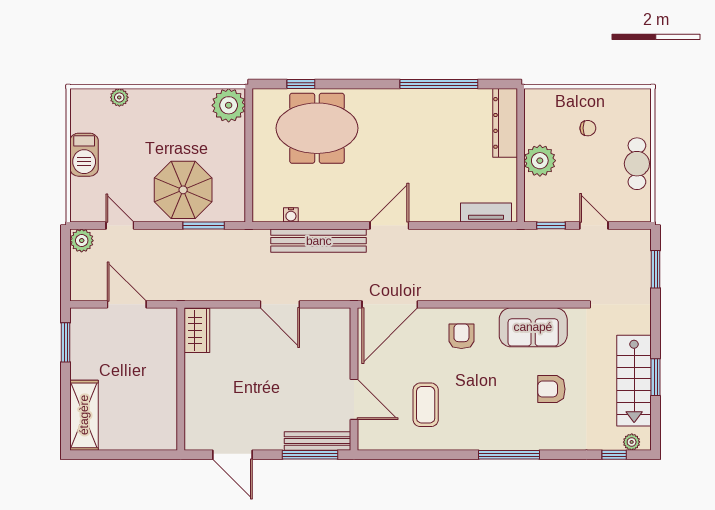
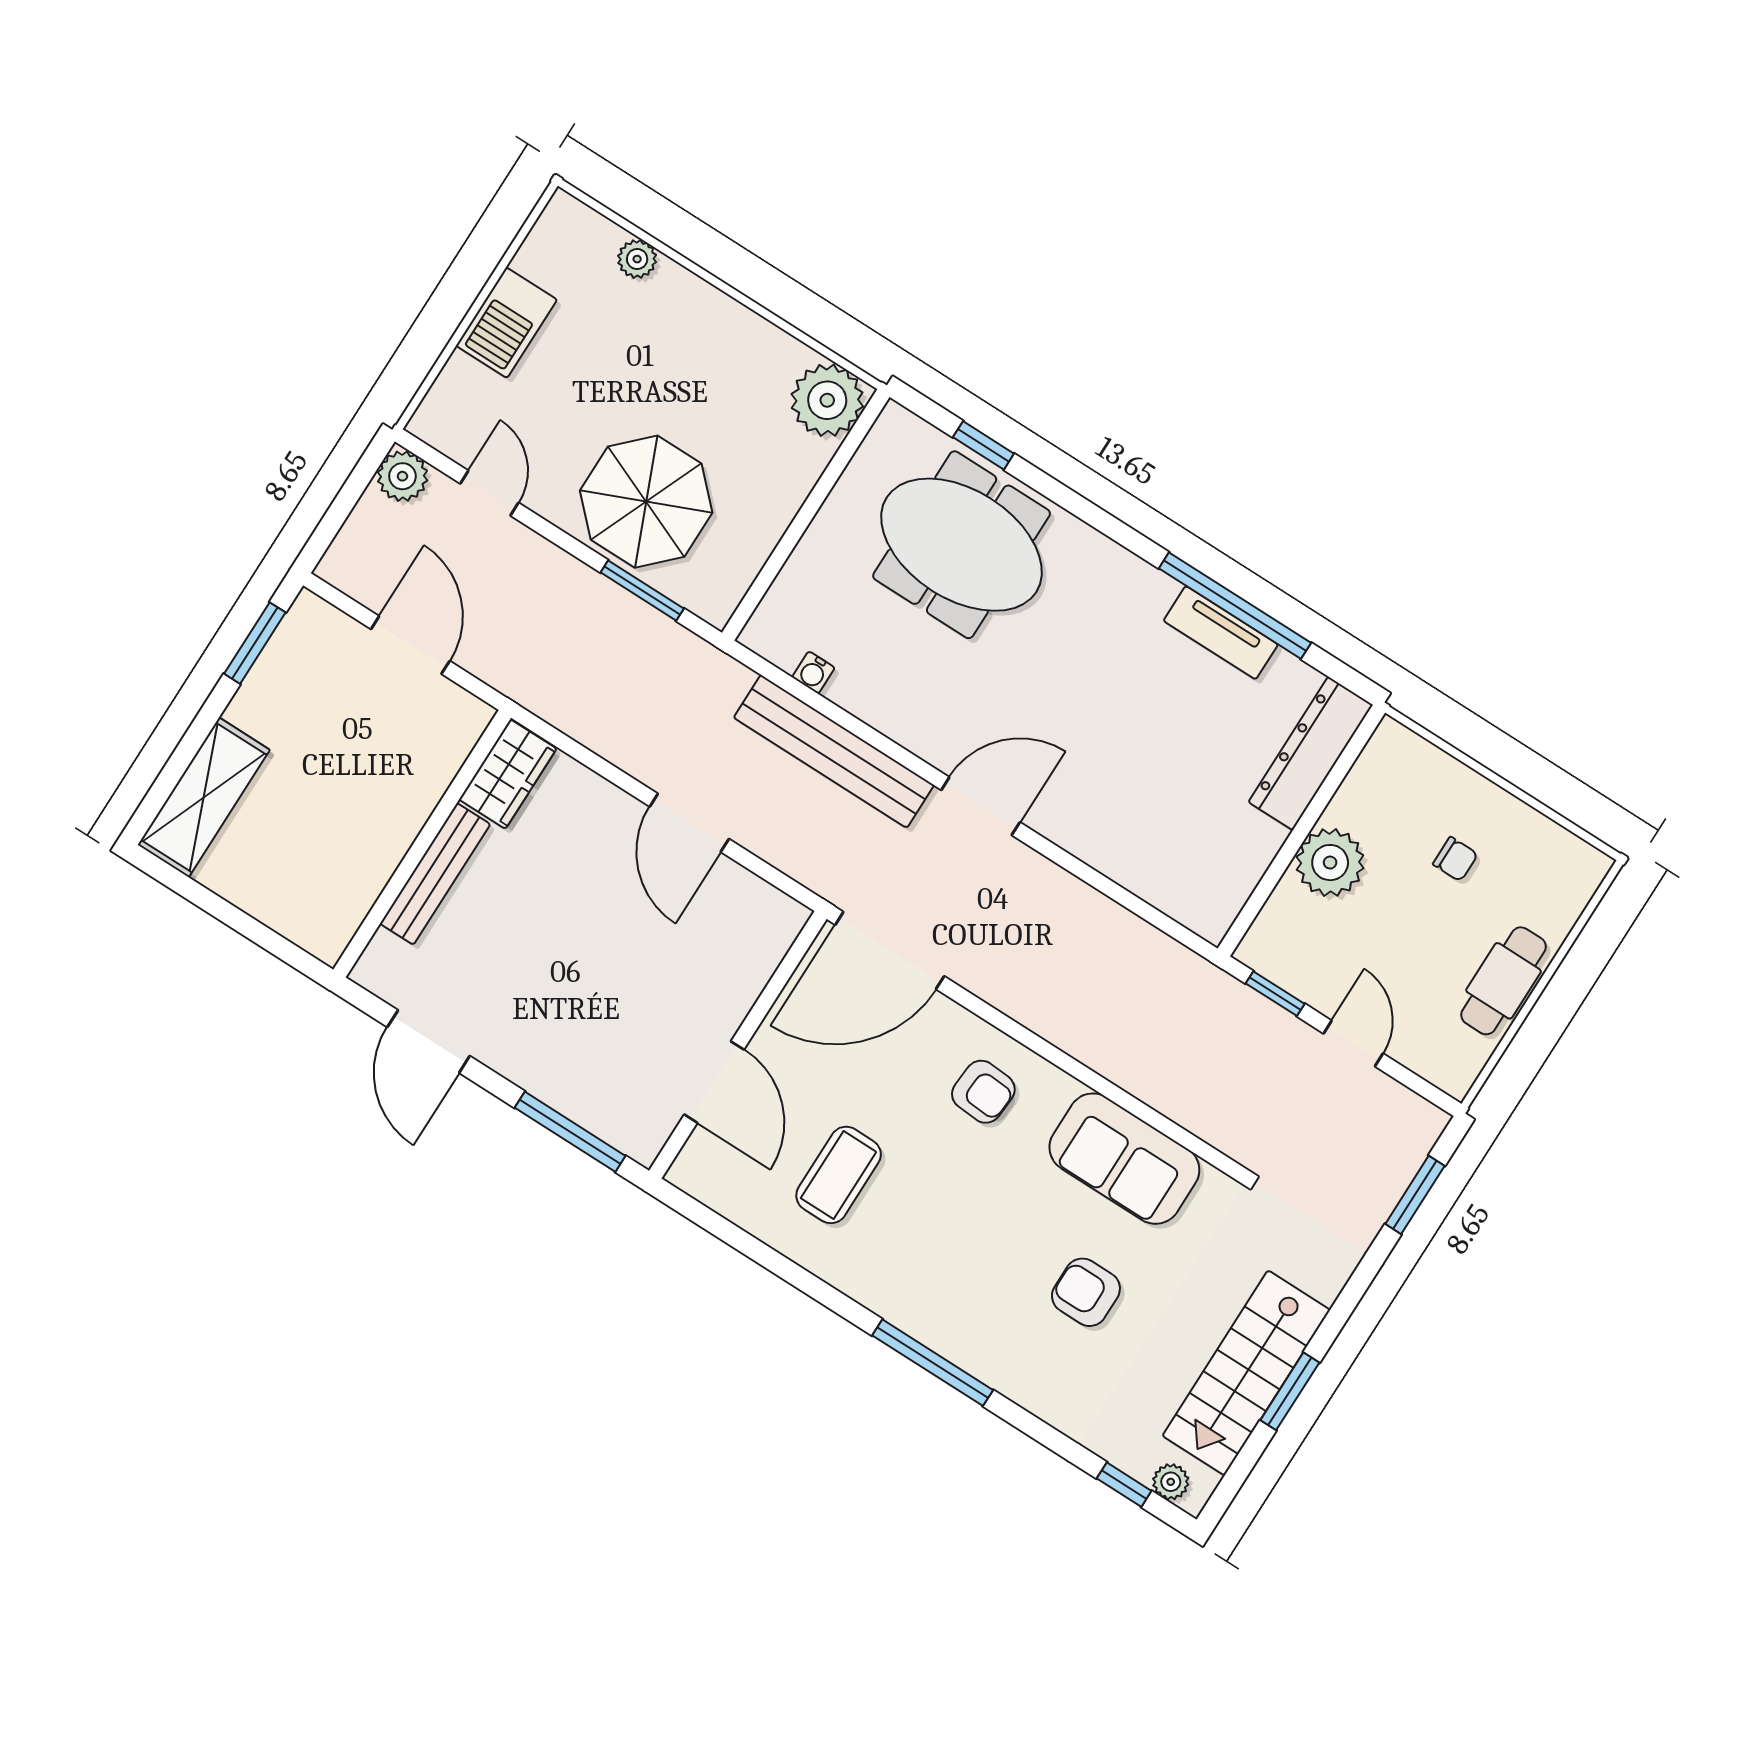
tv unit: (486, 213) -> (1221, 633), moved, turned 180
armchair: (461, 336) -> (983, 1092), turned 94
bench: (318, 441) -> (435, 874), moved, turned 90

